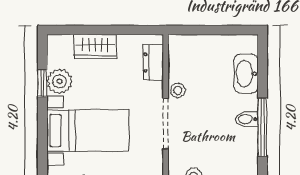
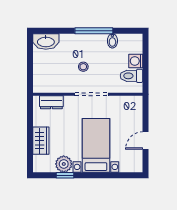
washbasin: (246, 74) -> (46, 42), moved
stool: (178, 90) -> (83, 67), moved
bidet: (247, 119) -> (112, 41), moved

